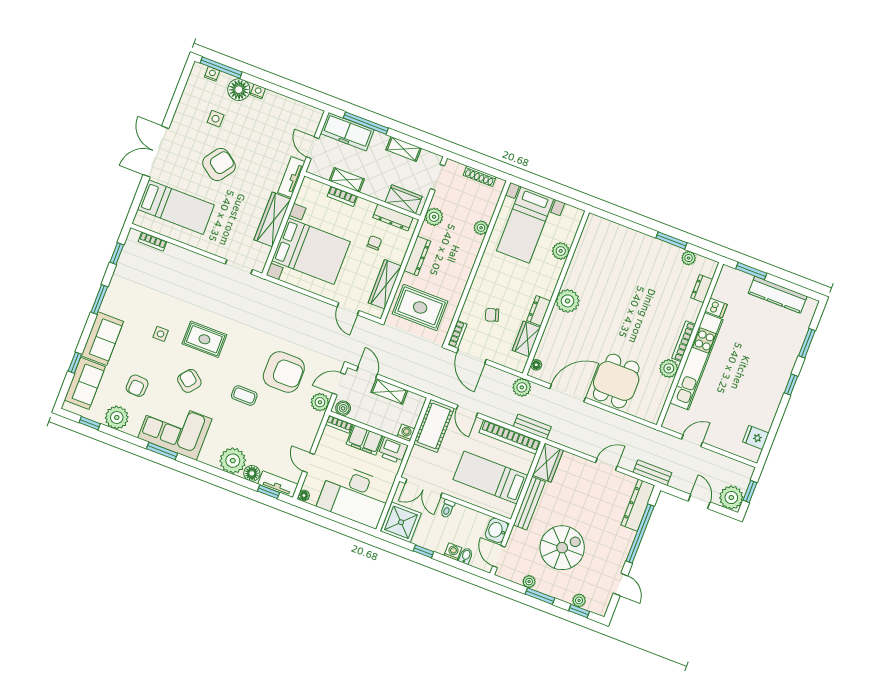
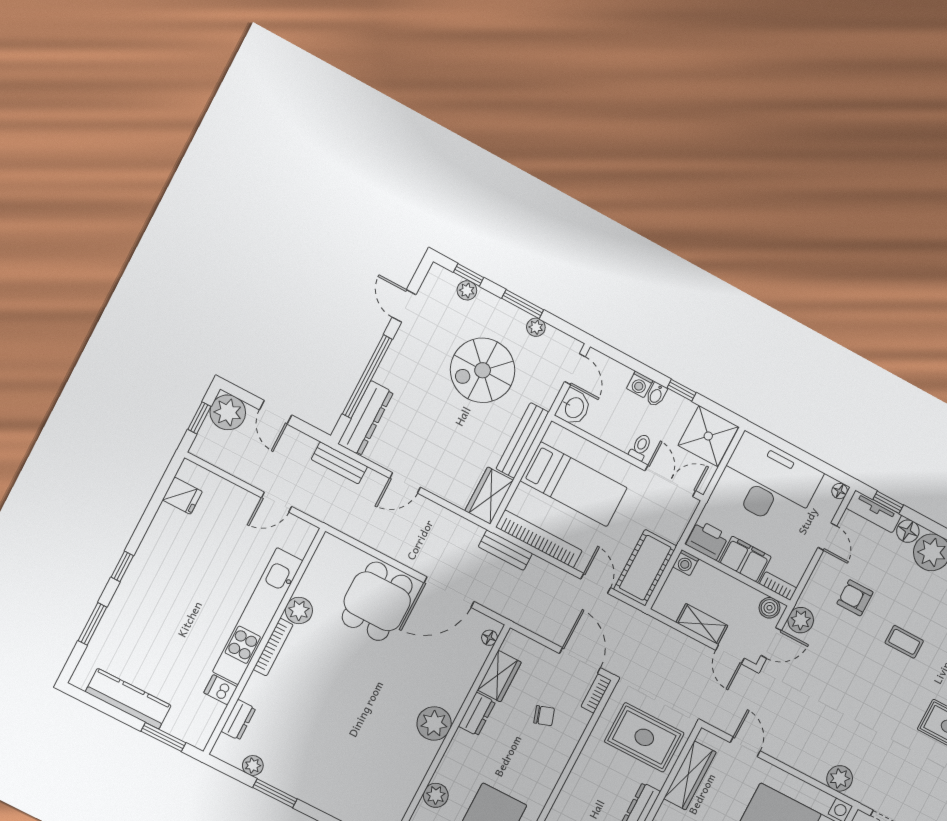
armchair: (284, 372) -> (855, 598), moved, width x0.53, depth x0.53
plant: (522, 387) -> (840, 778), moved
bidet: (466, 556) -> (656, 395), moved

